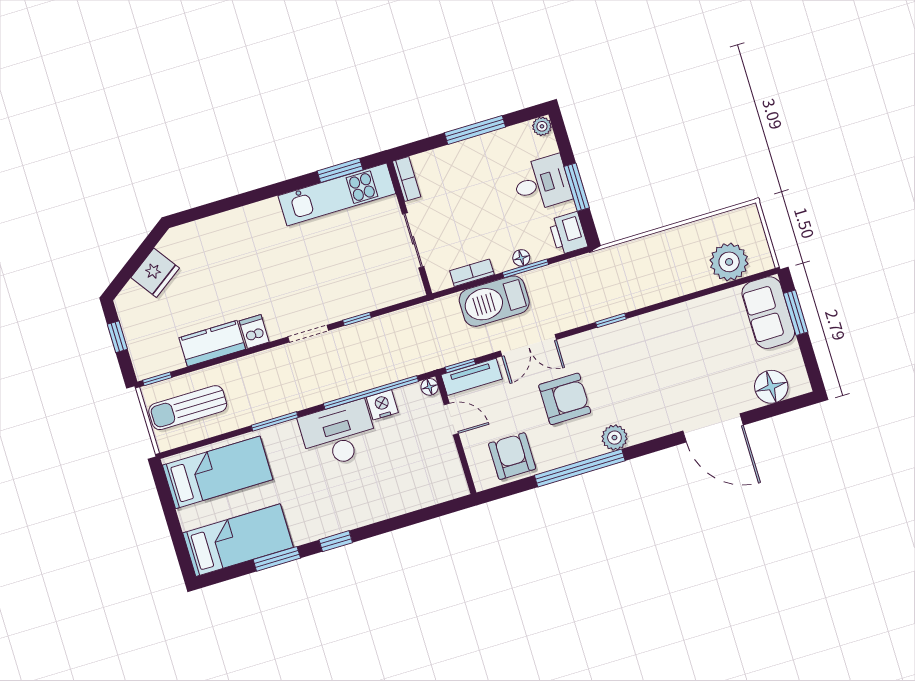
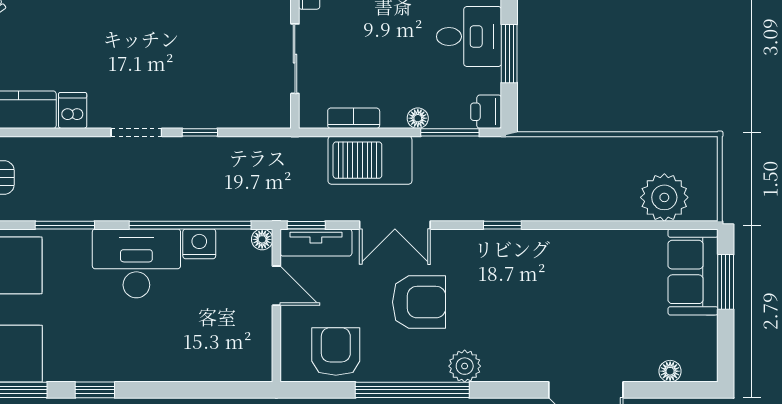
printer: (568, 233) -> (486, 112), width x0.73, depth x0.81
window: (525, 268) -> (450, 132), moved
floor lamp: (771, 387) -> (670, 371), width x0.53, depth x0.53

